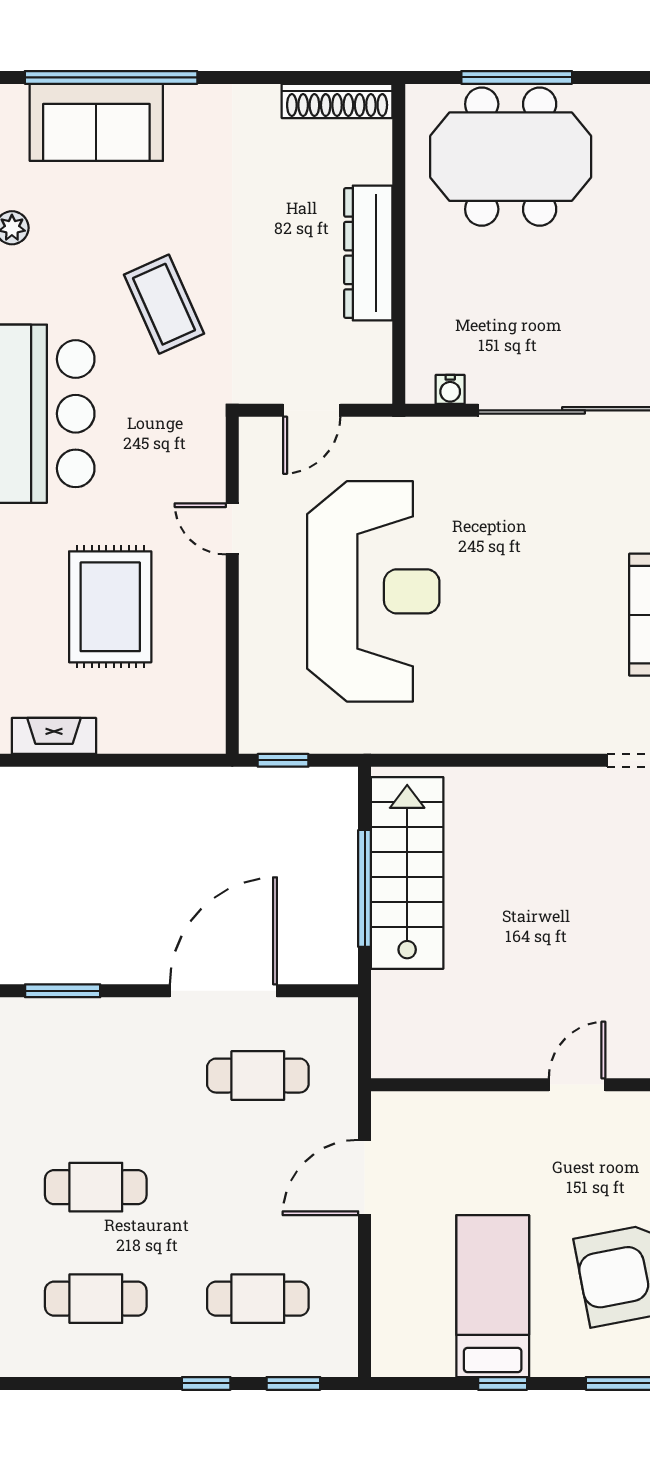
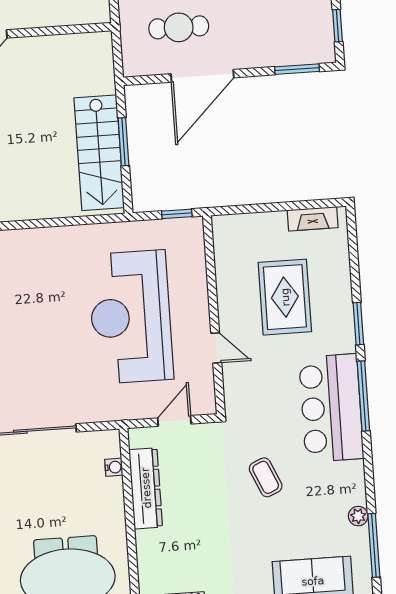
dresser: (368, 253) -> (146, 488), moved
coffee table: (164, 304) -> (266, 477), width x0.73, depth x0.77
water cooler: (450, 389) -> (114, 467), moved, turned 90
window: (365, 888) -> (124, 142), width x0.69

